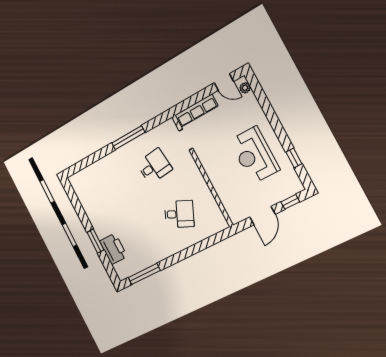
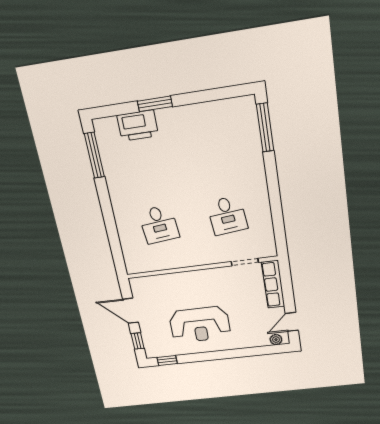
window: (128, 138) -> (265, 128), moved
reception desk: (254, 155) -> (200, 325), turned 180
window: (294, 158) -> (167, 361), moved
desk: (179, 214) -> (159, 224), turned -30

